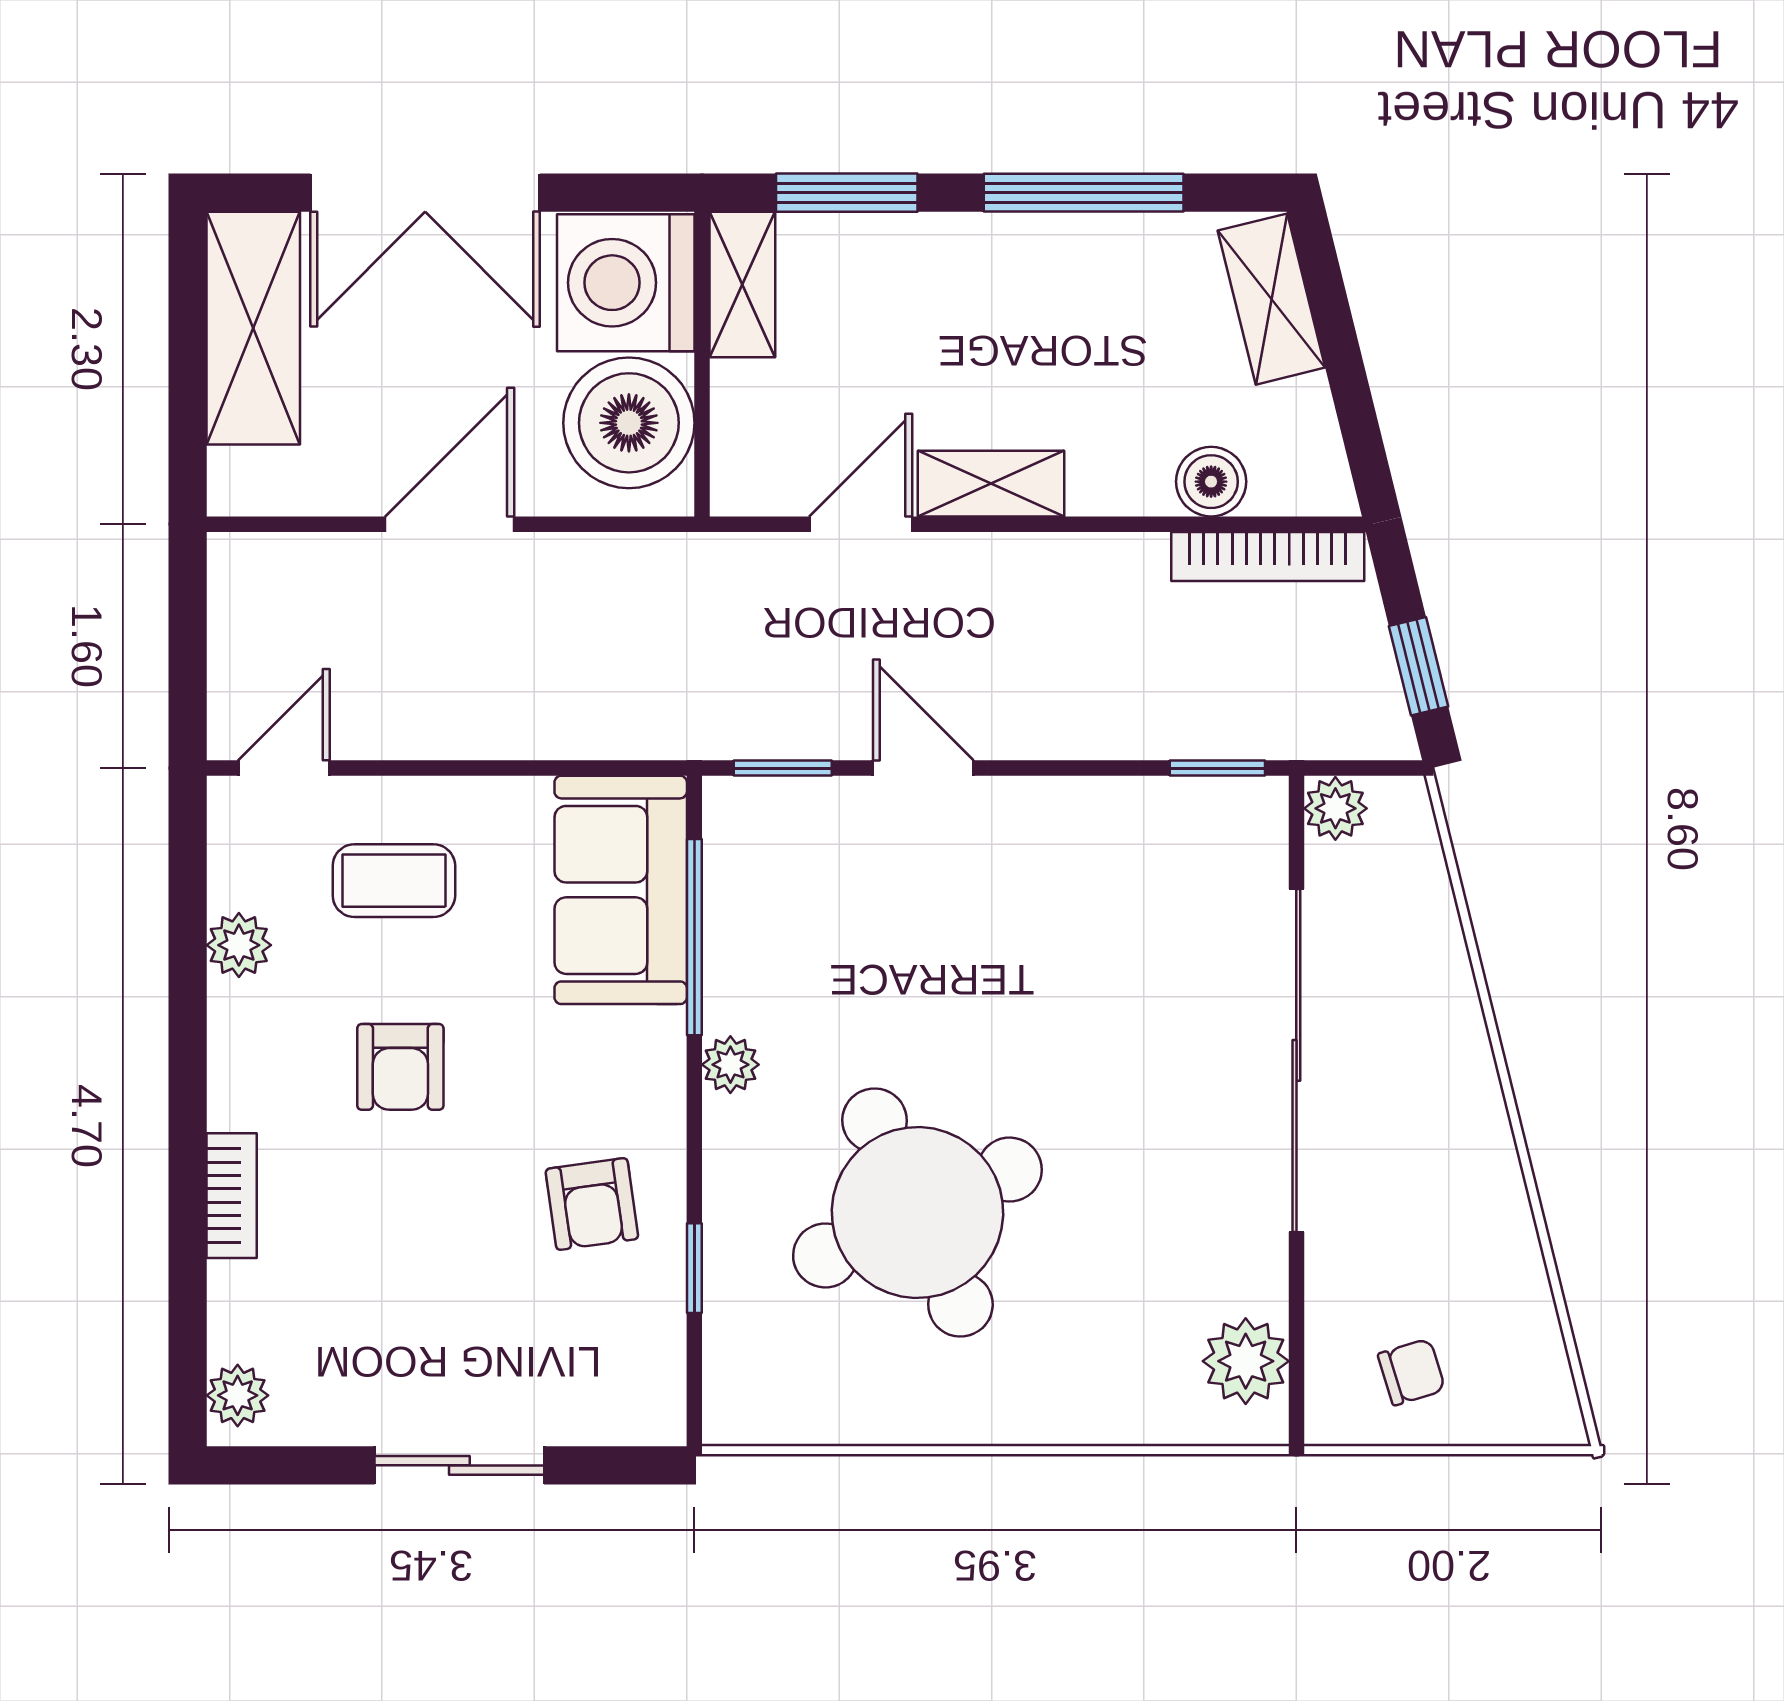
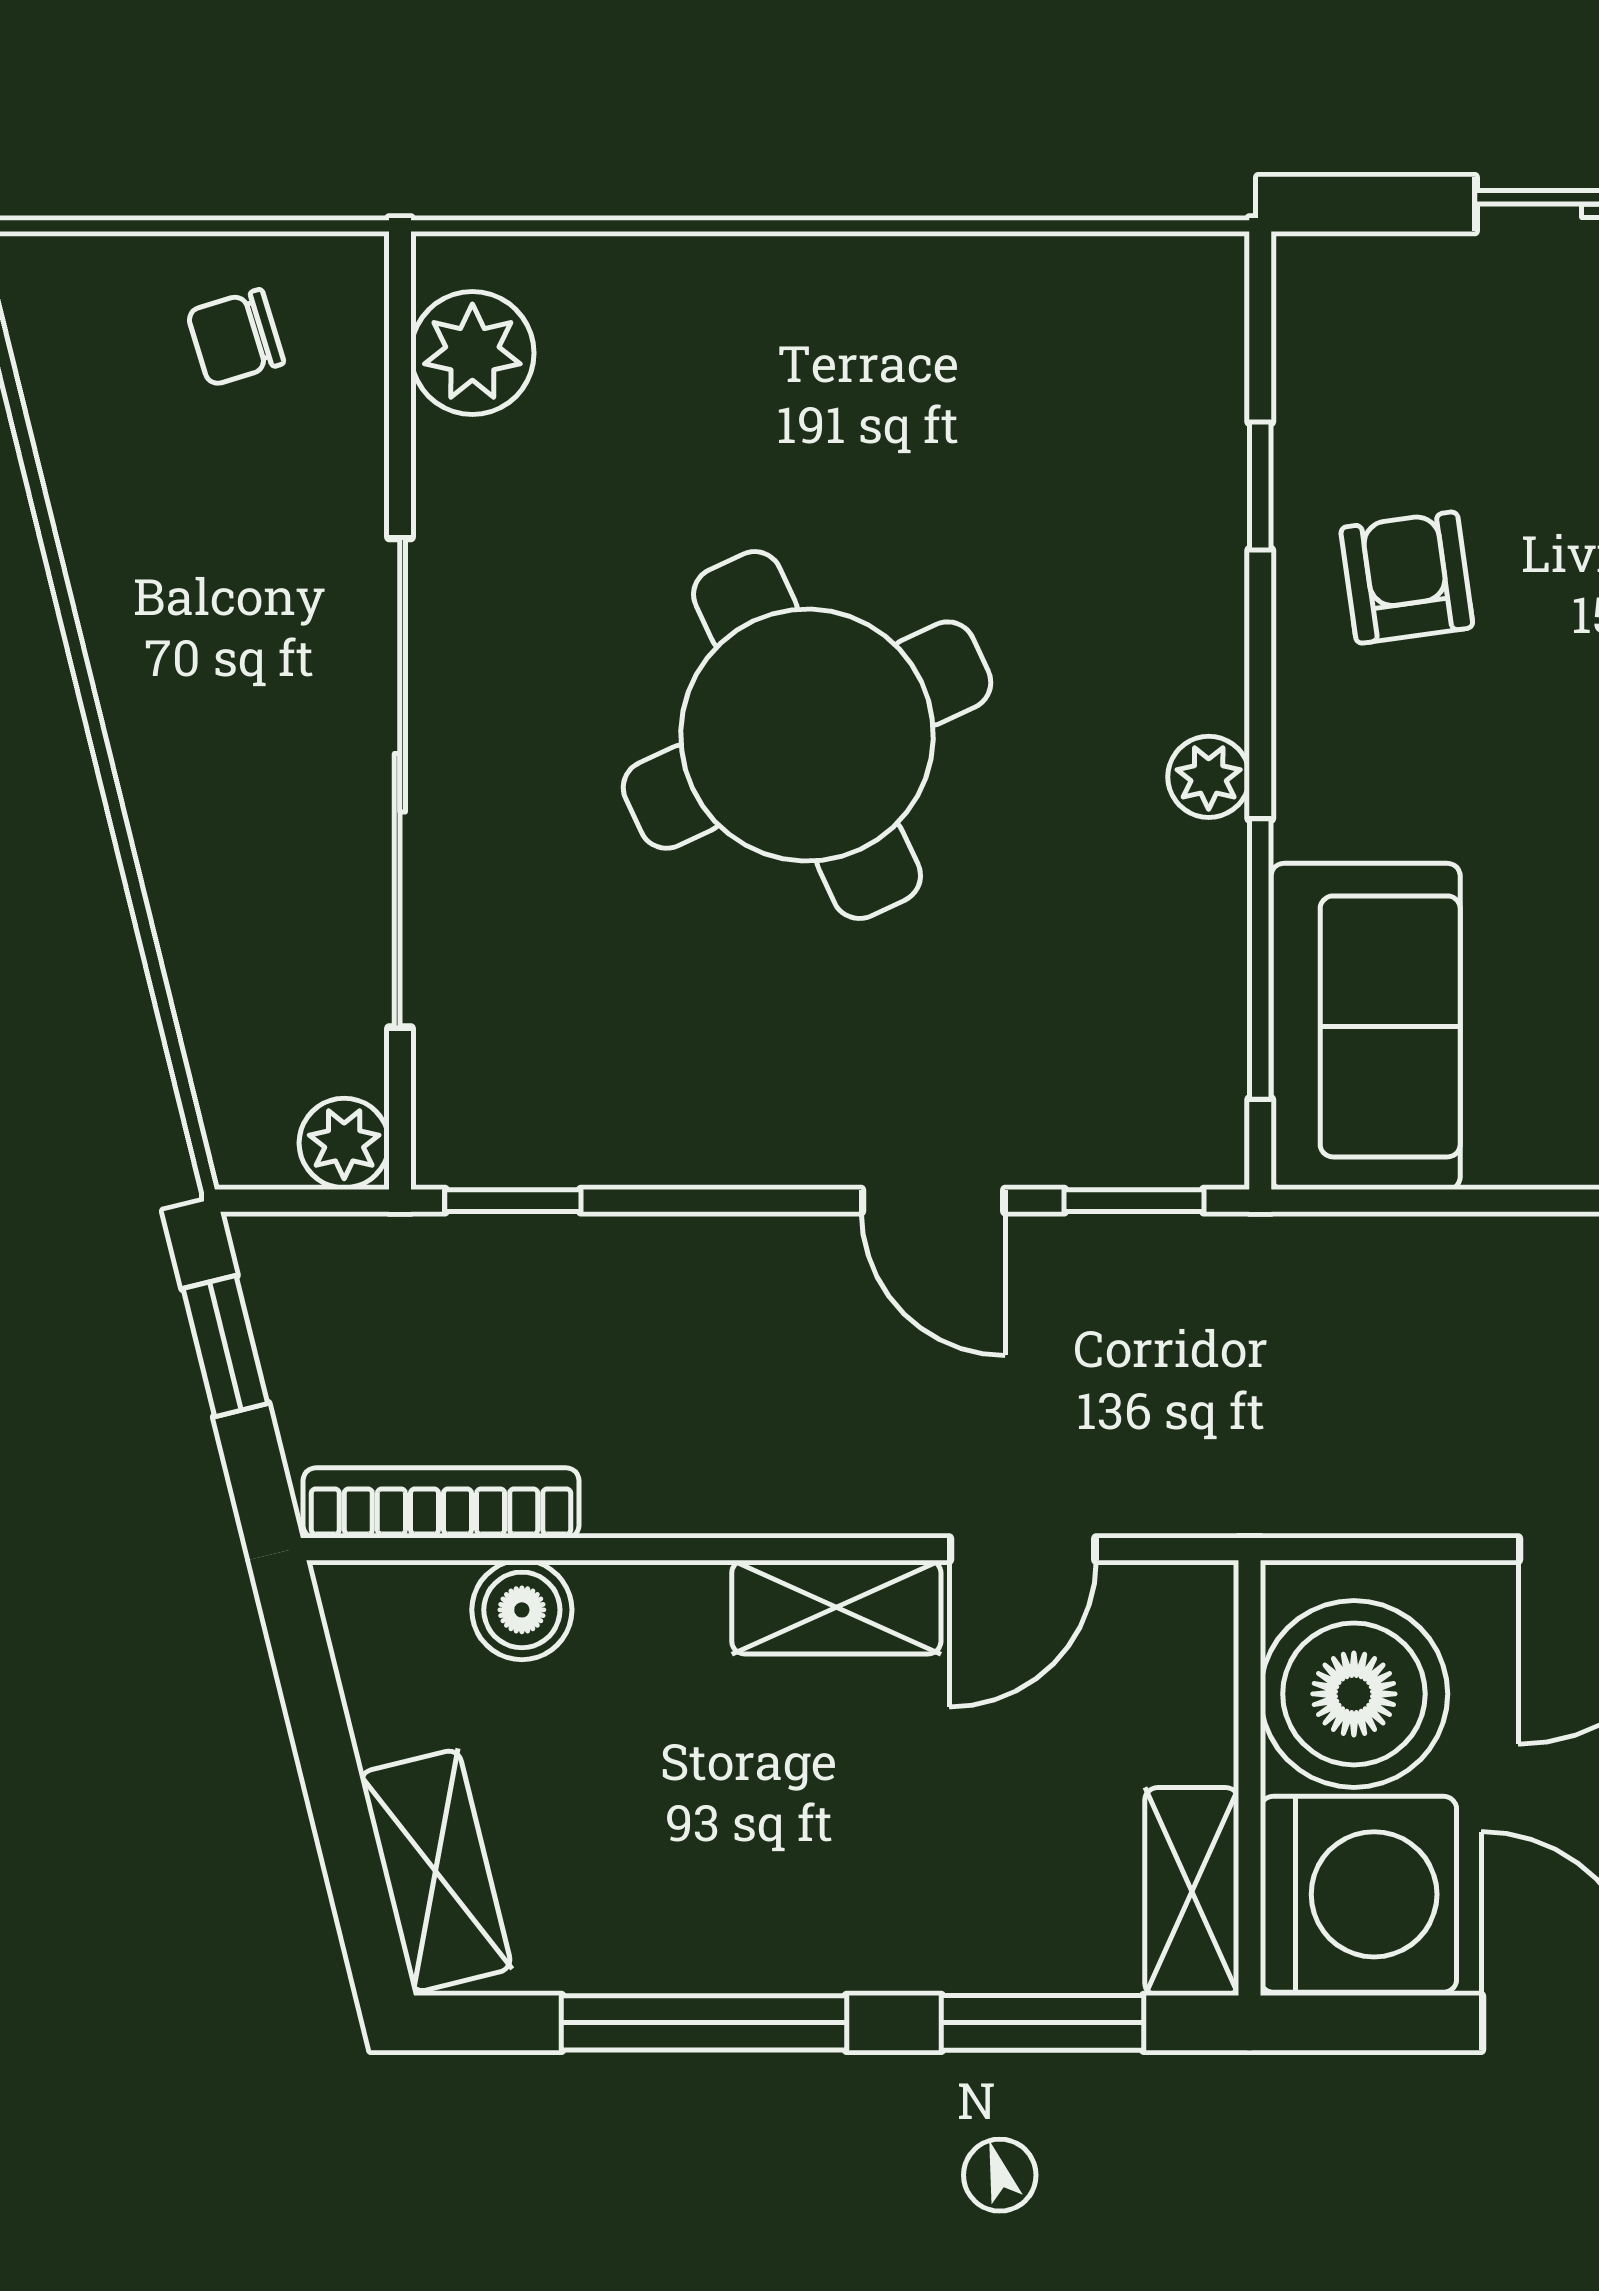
round table: (917, 1212) -> (807, 735), moved

